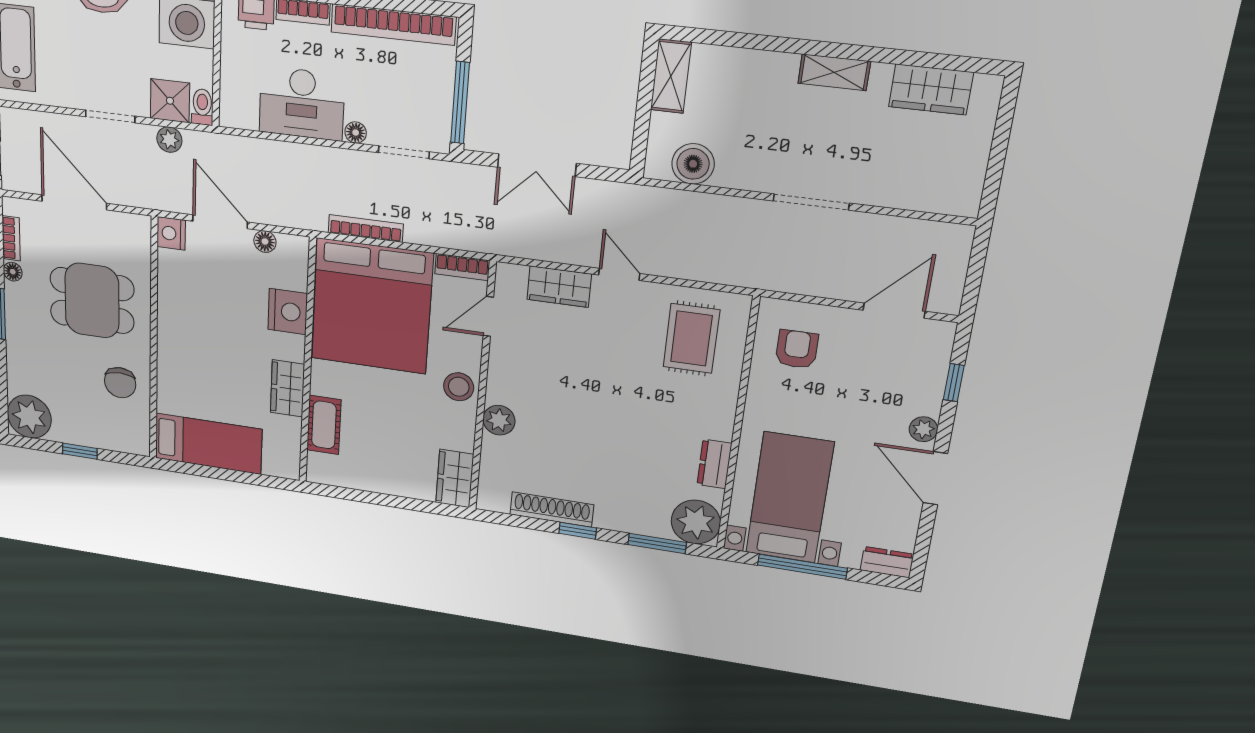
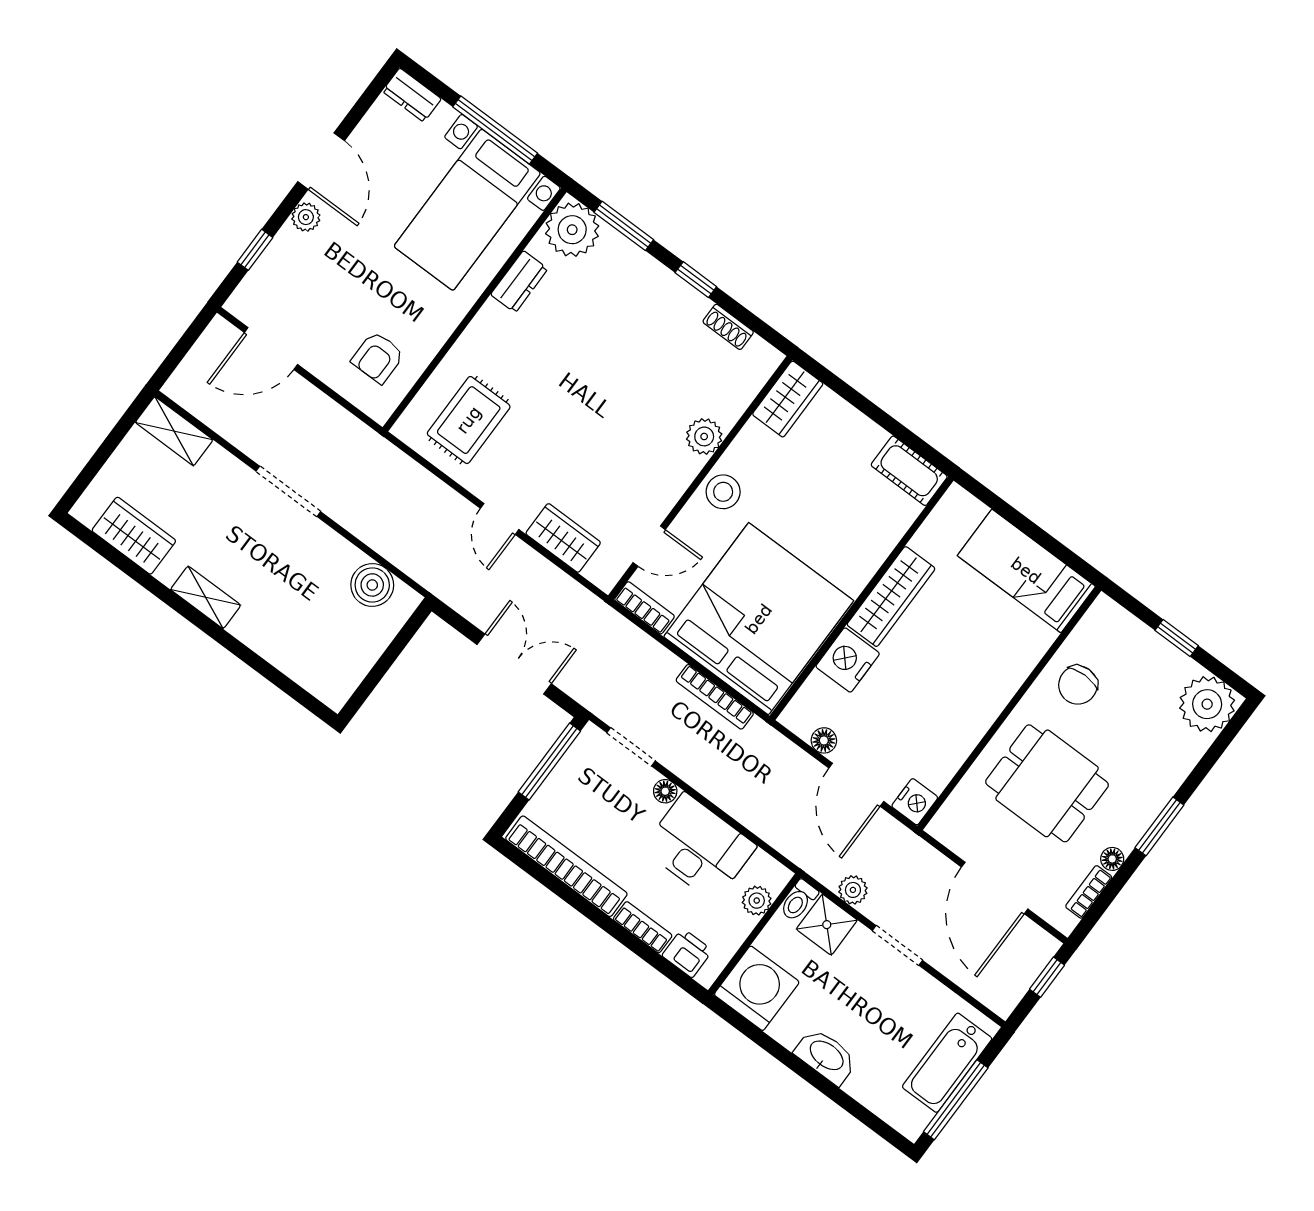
shelving: (671, 76) -> (174, 431), moved, turned 90
plant: (232, 88) -> (757, 901), added
chair: (120, 383) -> (1078, 685), turned 180
wardrobe: (288, 388) -> (891, 597), width x1.50
cot: (324, 425) -> (909, 471), moved, turned 90
shoe rack: (552, 510) -> (728, 327), width x0.51, depth x0.81

